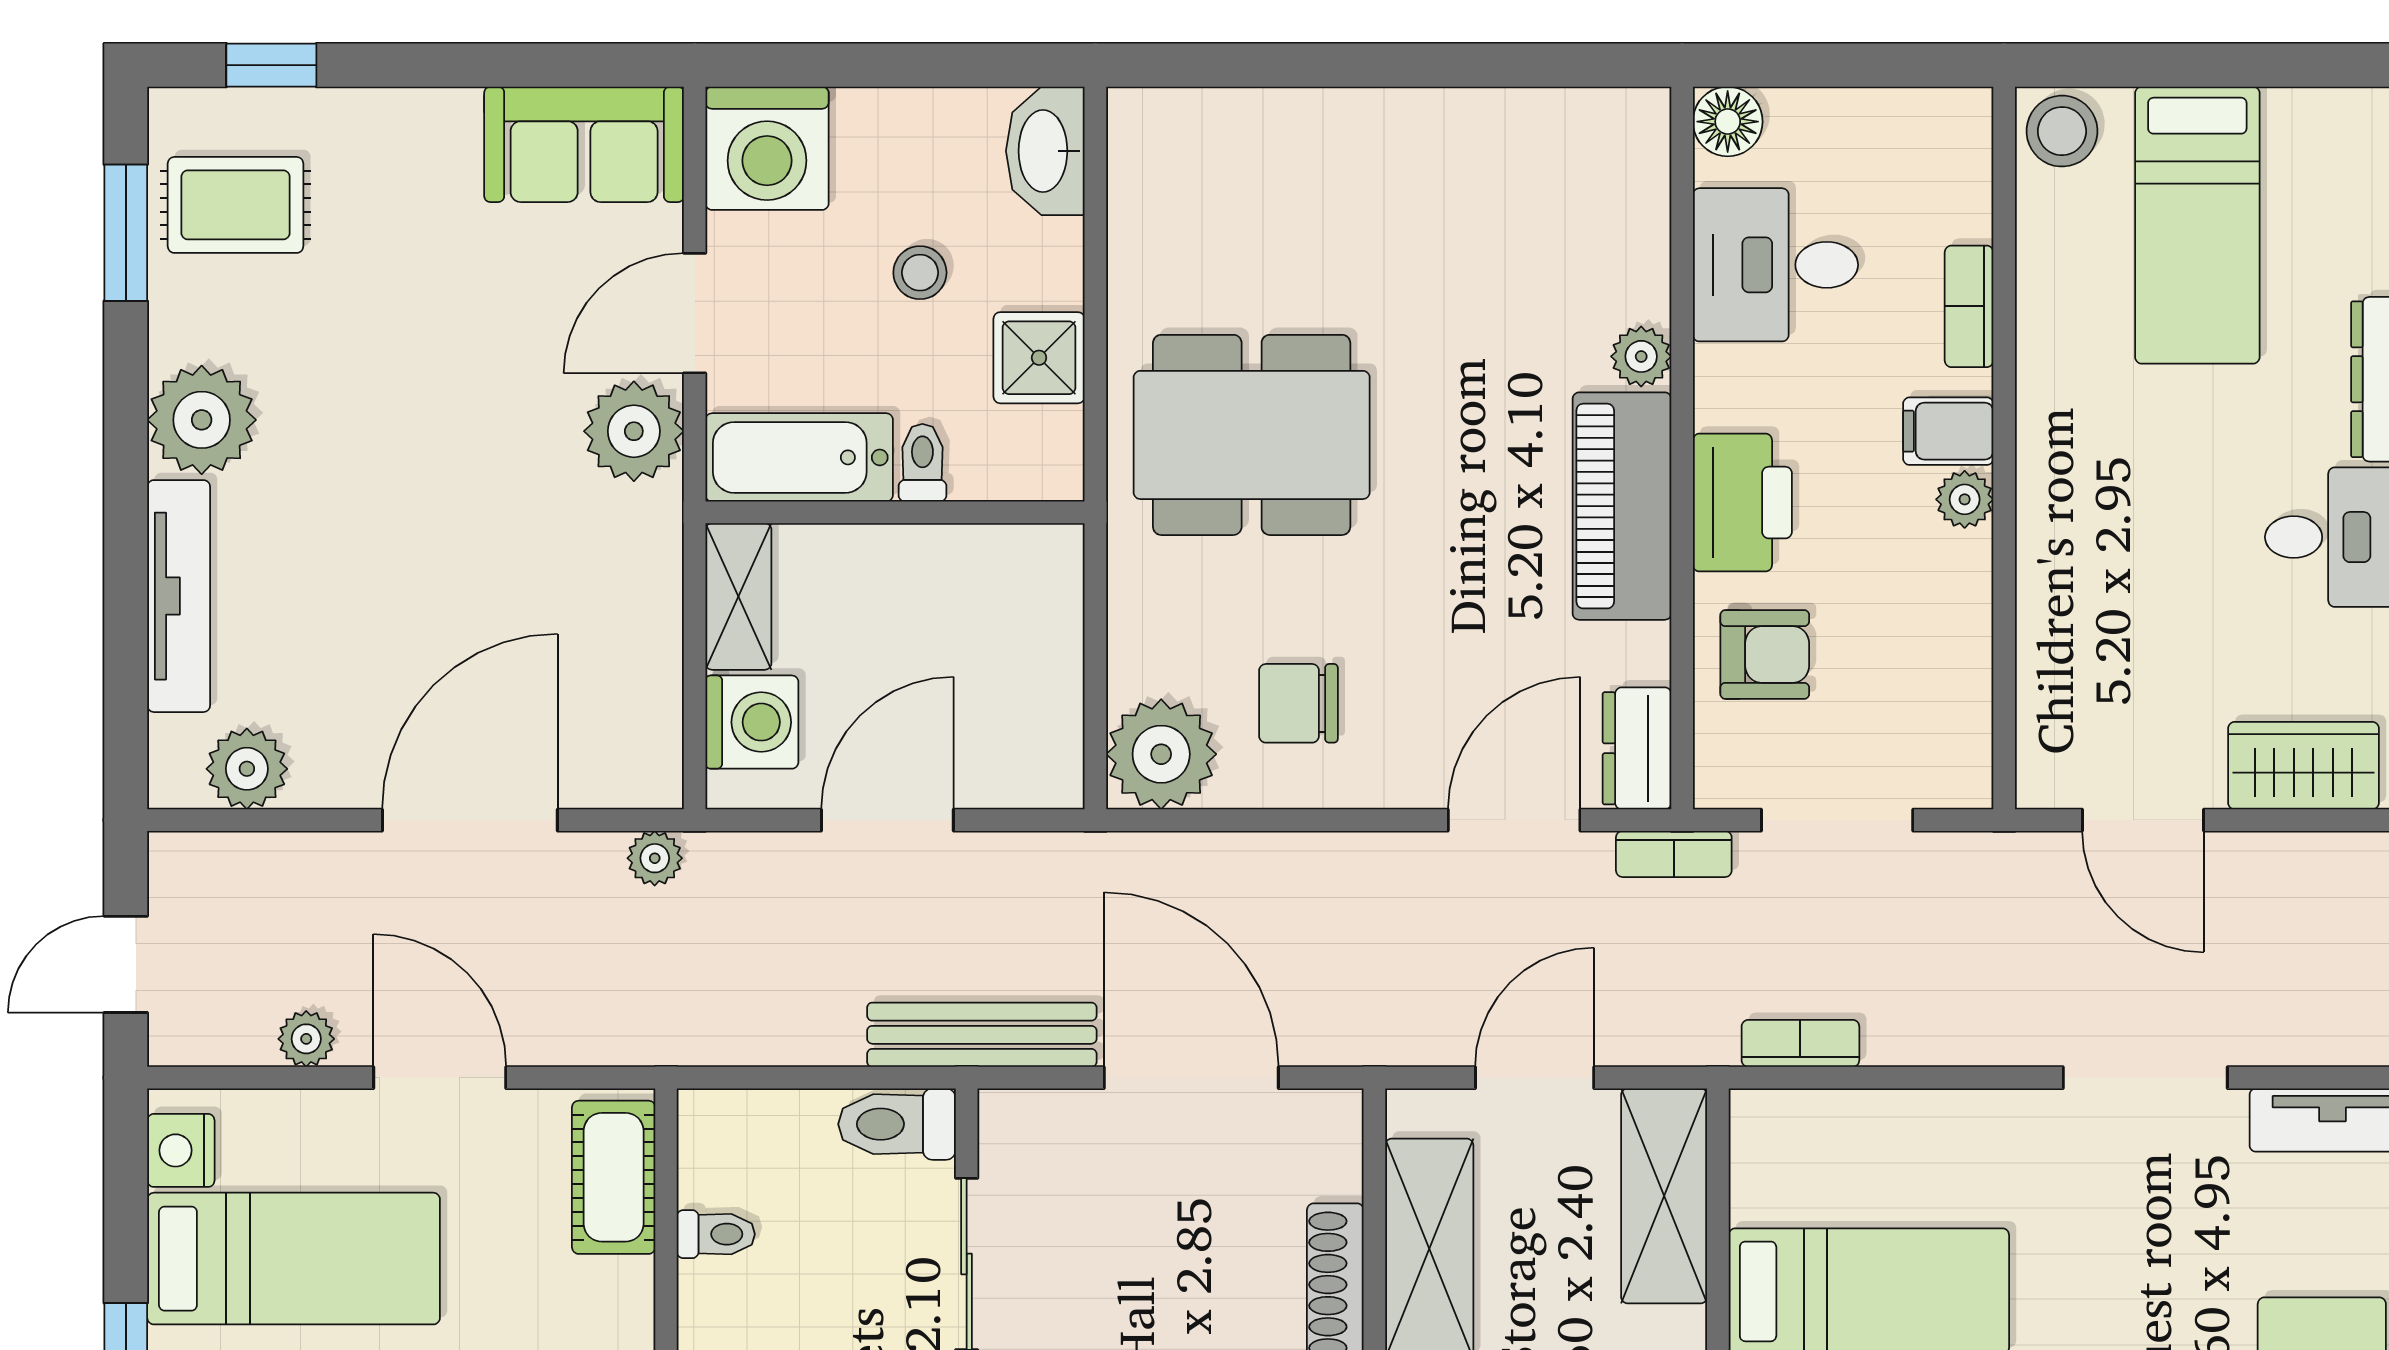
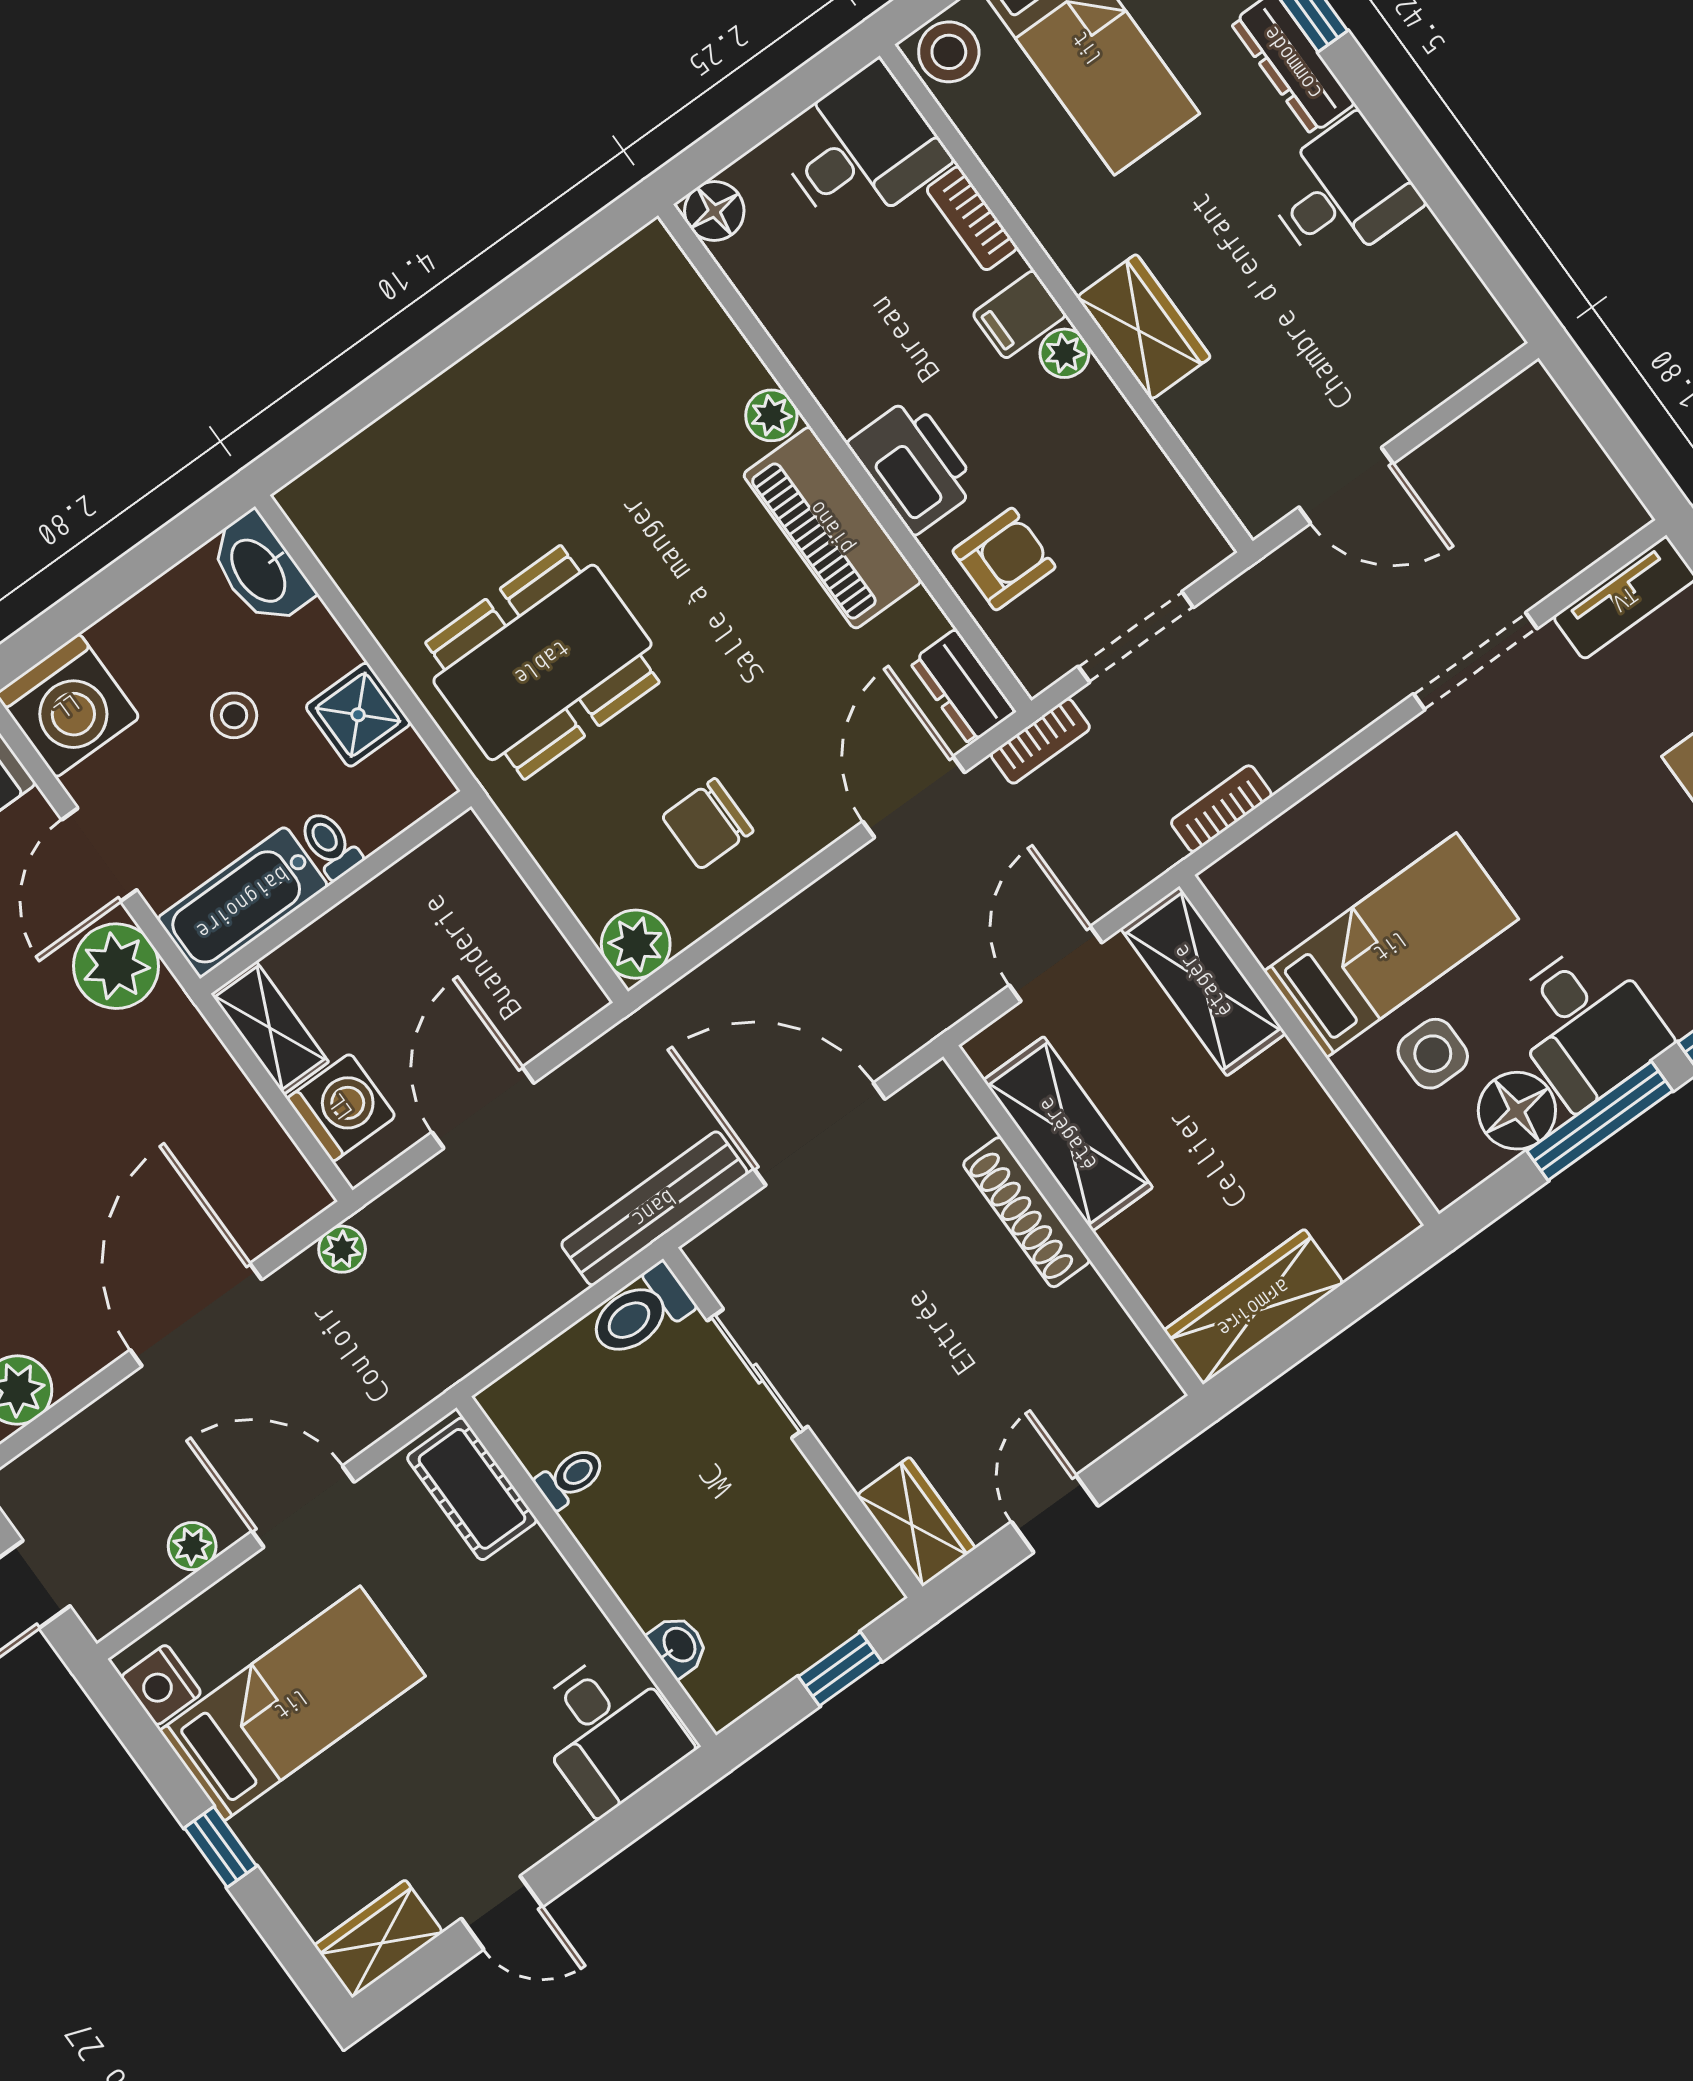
desk: (1775, 265) -> (861, 149), moved, turned 180
plant: (1161, 754) -> (636, 944), width x0.73, depth x0.73
wardrobe: (2303, 766) -> (1144, 327), moved, turned 90

